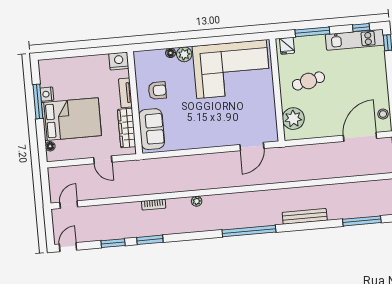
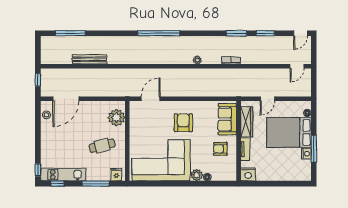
armchair: (207, 120) -> (183, 123), added
door: (103, 160) -> (267, 99), swing flipped
bench: (305, 216) -> (90, 59), moved

